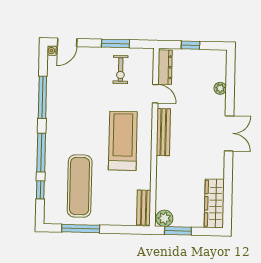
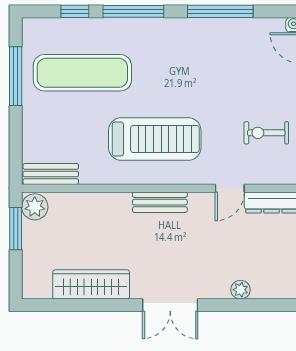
bench: (163, 132) -> (160, 202), width x0.73
wardrobe: (214, 203) -> (91, 284), moved

